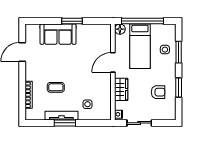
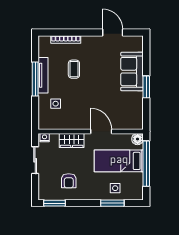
window: (179, 88) -> (55, 203), moved
window: (65, 123) -> (35, 79), width x1.44

